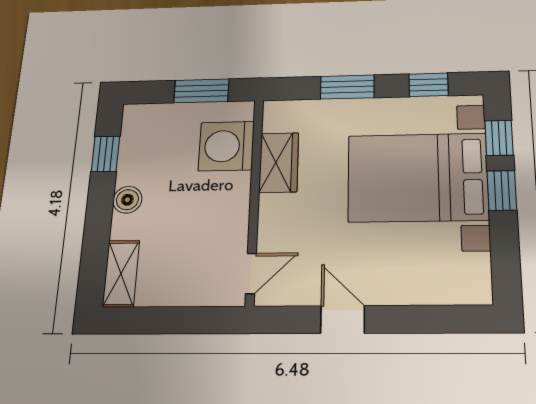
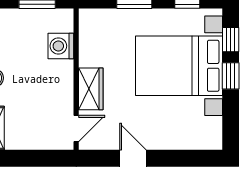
washing machine: (226, 146) -> (61, 46), width x0.73, depth x0.73
wardrobe: (279, 163) -> (91, 89), moved

